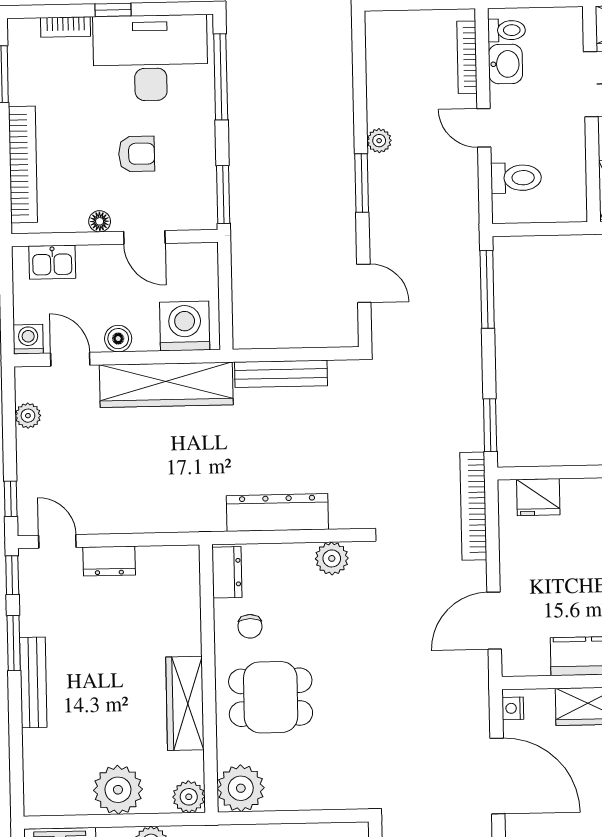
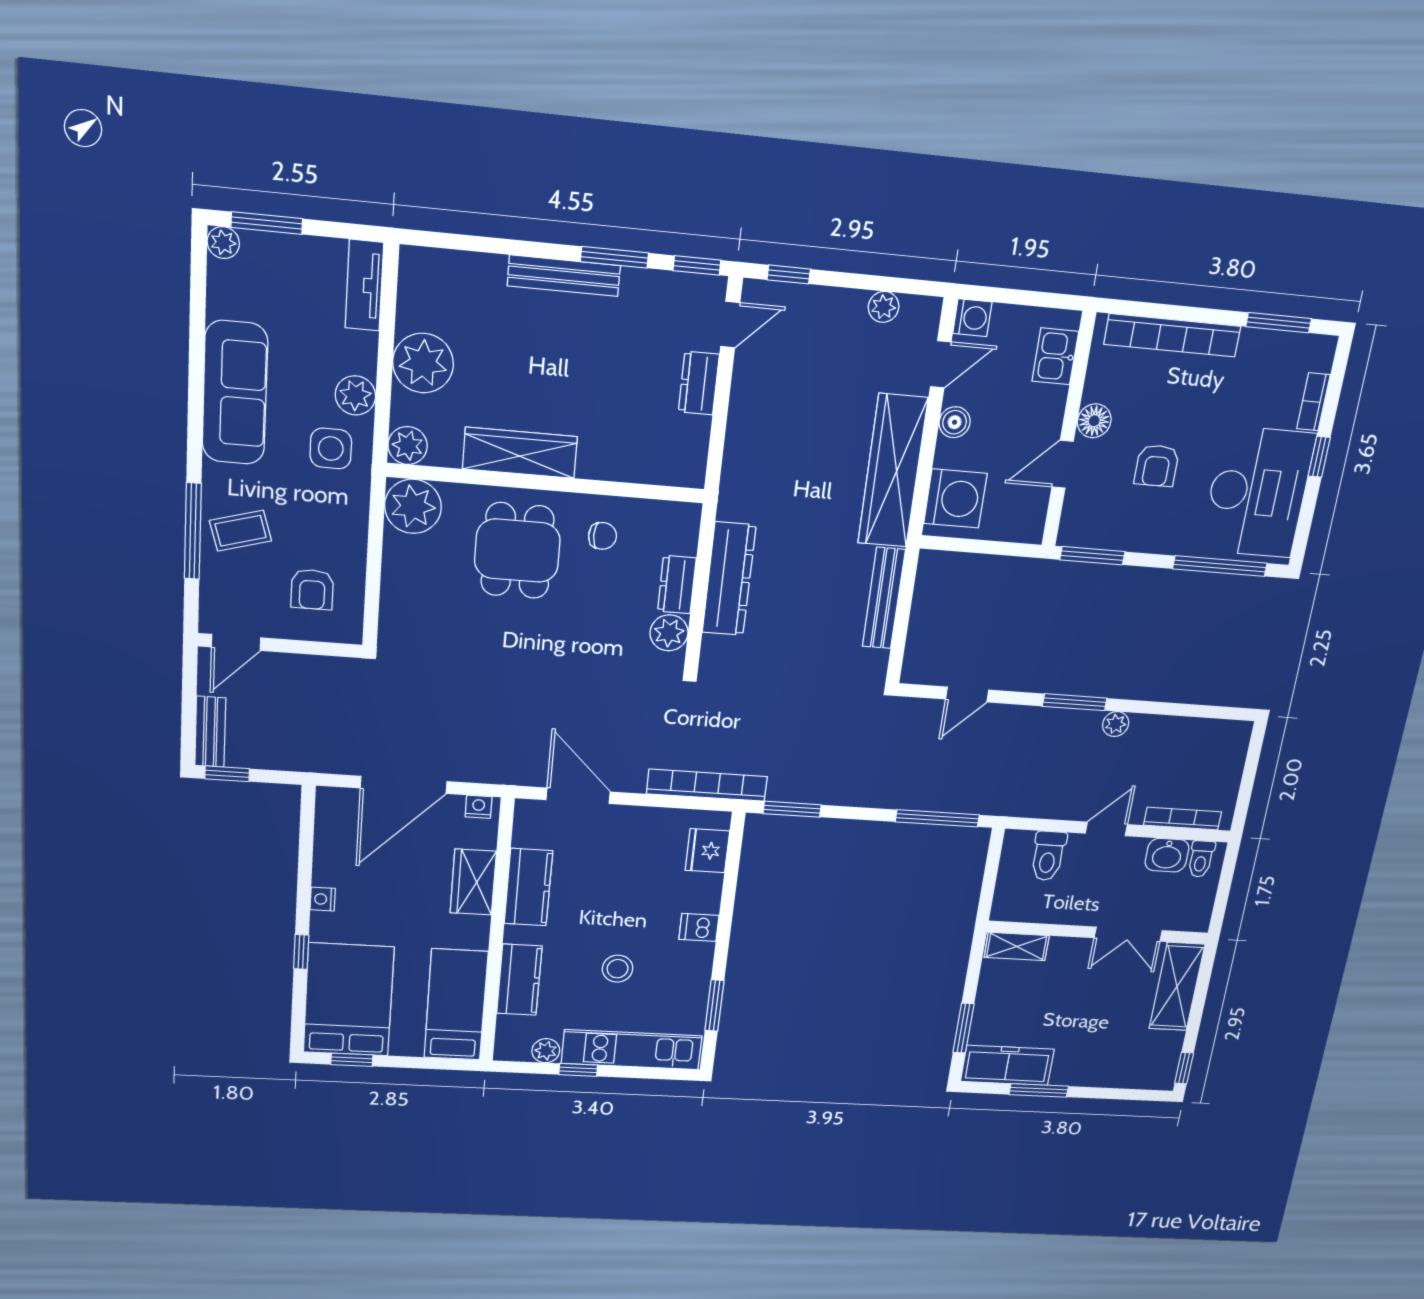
floor lamp: (100, 221) -> (1094, 421), width x1.37, depth x1.37
dresser: (227, 572) -> (677, 585), moved, turned 90
chair: (250, 626) -> (602, 536), turned 180

